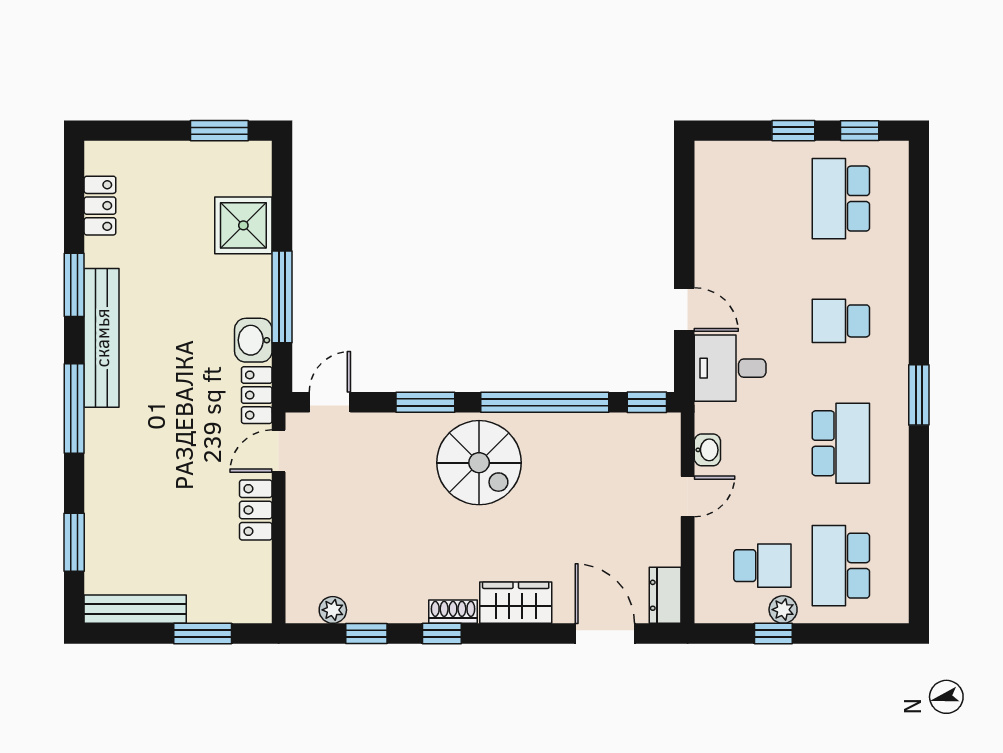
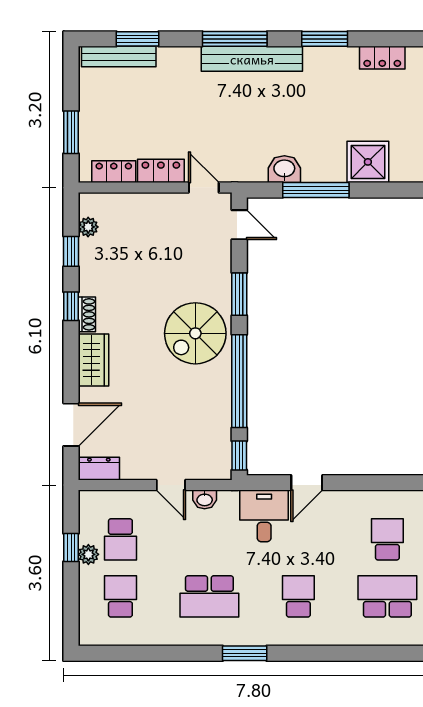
school desk: (762, 199) -> (387, 539), added
bench: (102, 338) -> (252, 59), moved
locker: (257, 395) -> (114, 172), moved
school desk: (841, 566) -> (120, 596), width x0.54
bench: (135, 609) -> (119, 57), moved, turned 90

